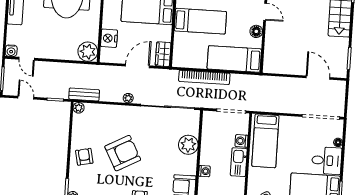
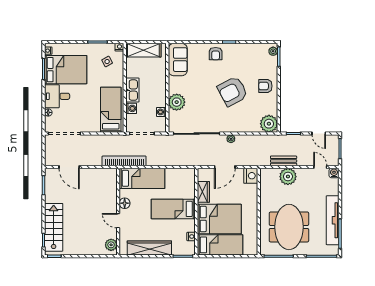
nightstand: (109, 38) -> (251, 176), moved
plant: (88, 52) -> (288, 177), moved
wardrobe: (163, 54) -> (203, 192), moved
bookcase: (204, 77) -> (124, 161), moved
bench: (84, 94) -> (284, 161), moved
plant: (79, 108) -> (269, 124), width x1.88, depth x1.88
armchair: (84, 157) -> (265, 86), turned 102
washing machine: (204, 171) -> (161, 112), moved

